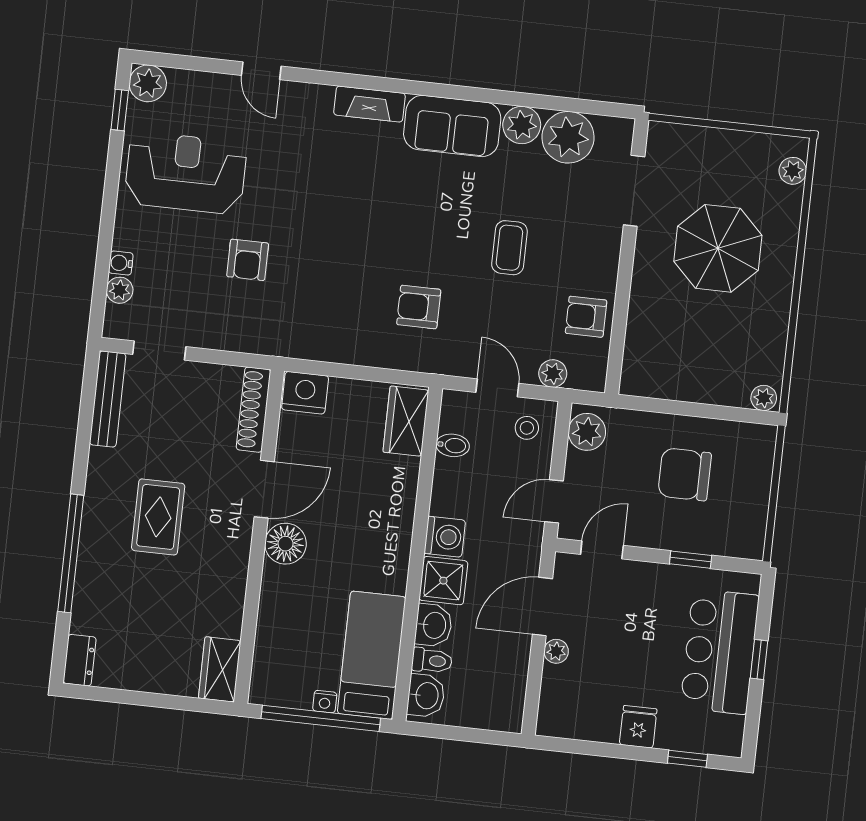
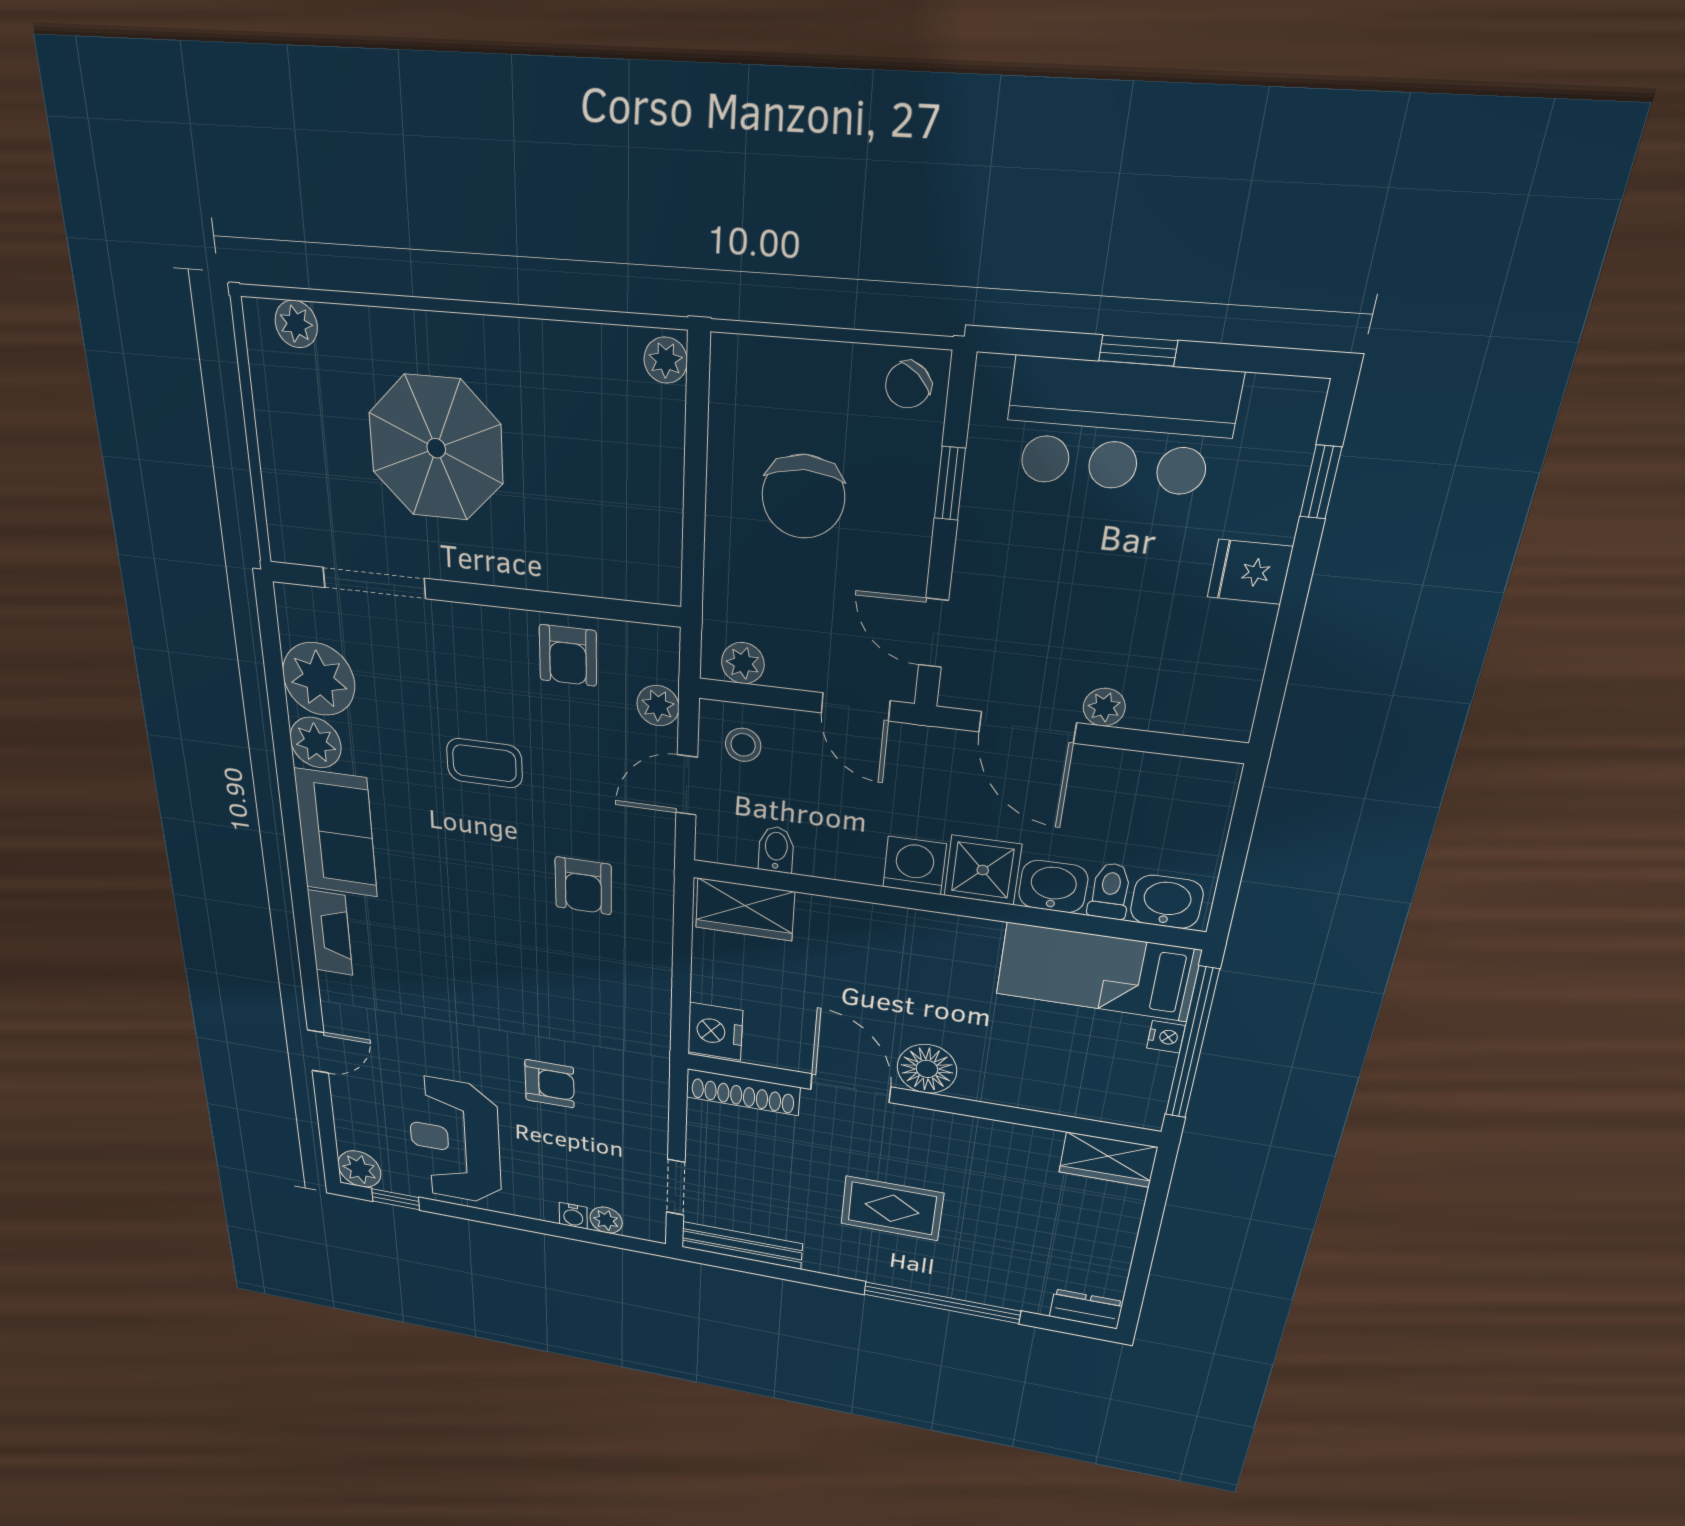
plant: (587, 432) -> (743, 663), width x0.73, depth x0.73
chair: (745, 537) -> (908, 385), added

